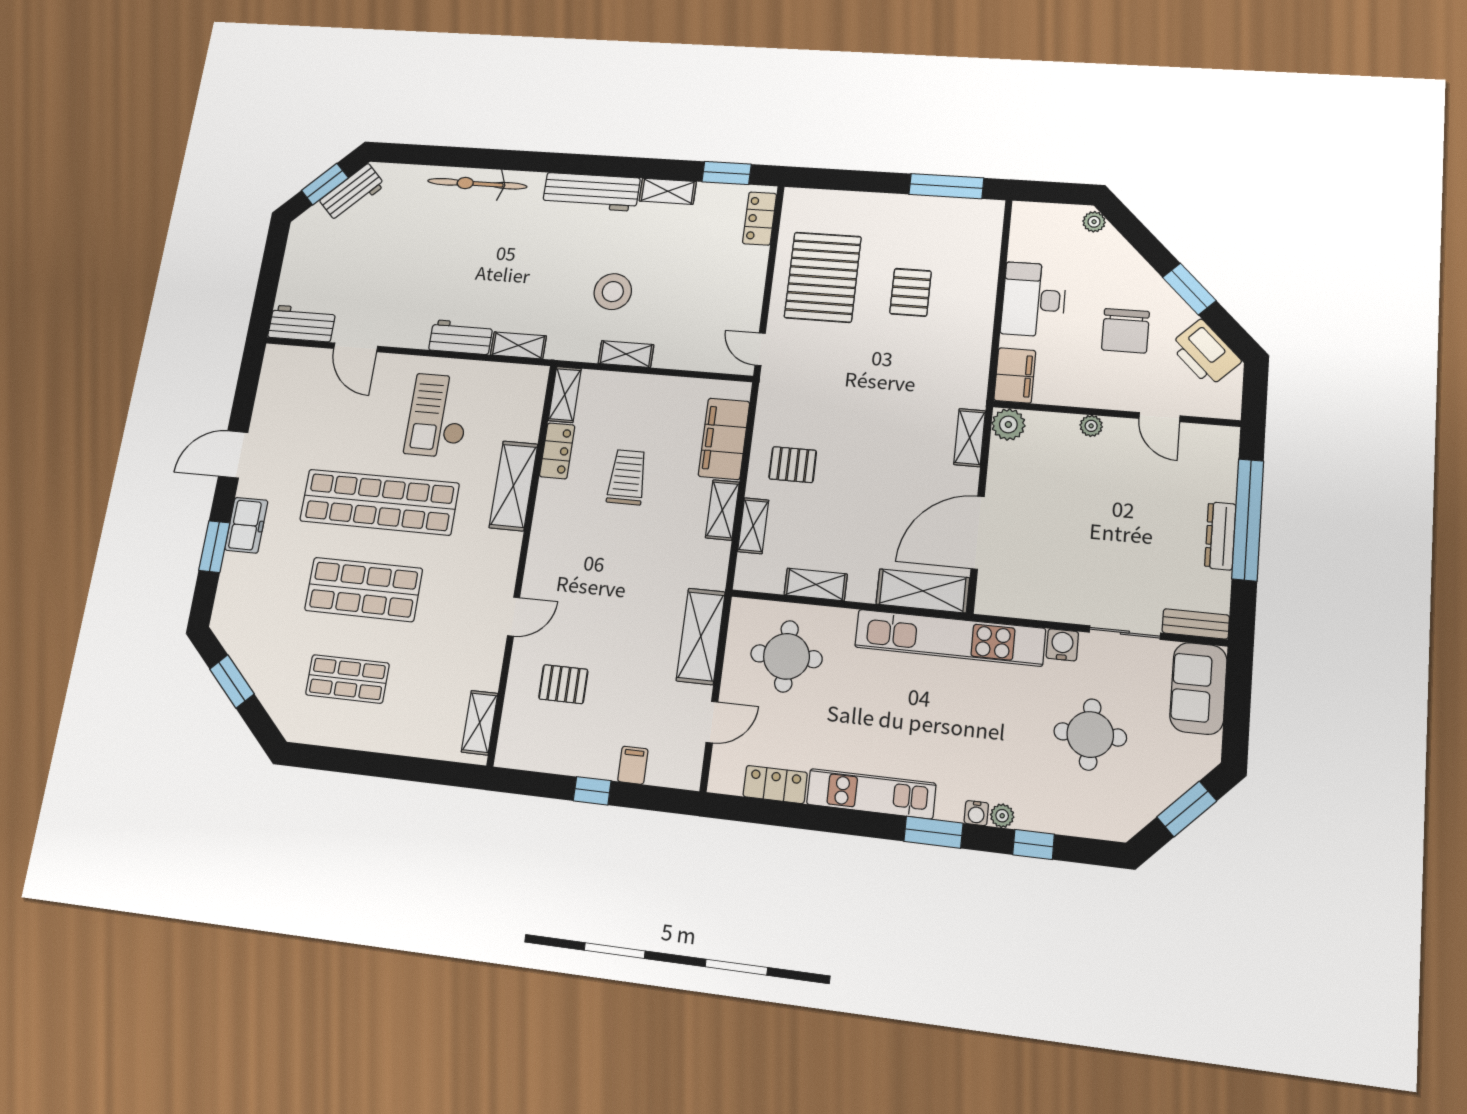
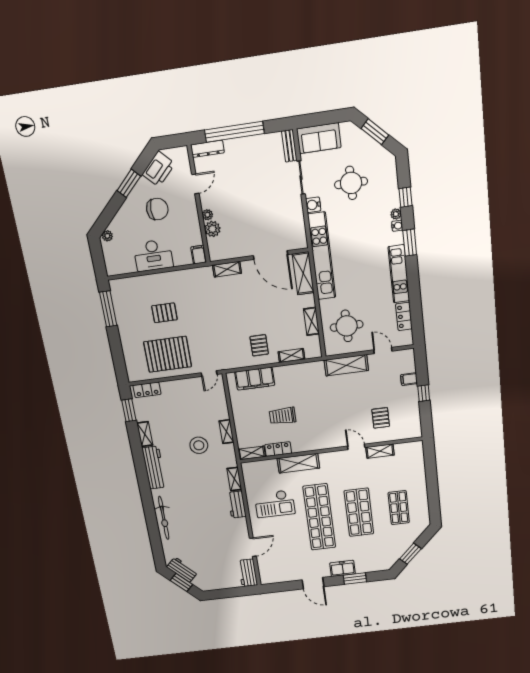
filing cabinet: (1015, 375) -> (199, 255), width x0.50
plant: (1008, 424) -> (212, 229), moved
shelving: (722, 510) -> (287, 371), removed
dresser: (1220, 536) -> (207, 149), moved
shelving: (480, 723) -> (380, 451), moved

